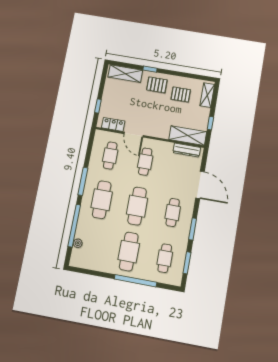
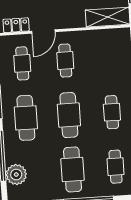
door: (134, 135) -> (43, 32), hinge flipped
dresser: (187, 150) -> (111, 35), removed
plant: (78, 243) -> (16, 175), width x1.87, depth x1.87

